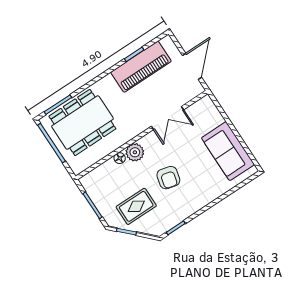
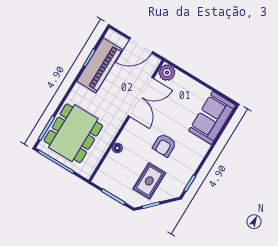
door: (192, 66) -> (141, 45), swing flipped
double door: (167, 118) -> (141, 97), width x1.37
sofa: (228, 151) -> (212, 118), moved, turned 90
plant: (135, 152) -> (167, 73), moved
armchair: (168, 178) -> (164, 145), turned 76

